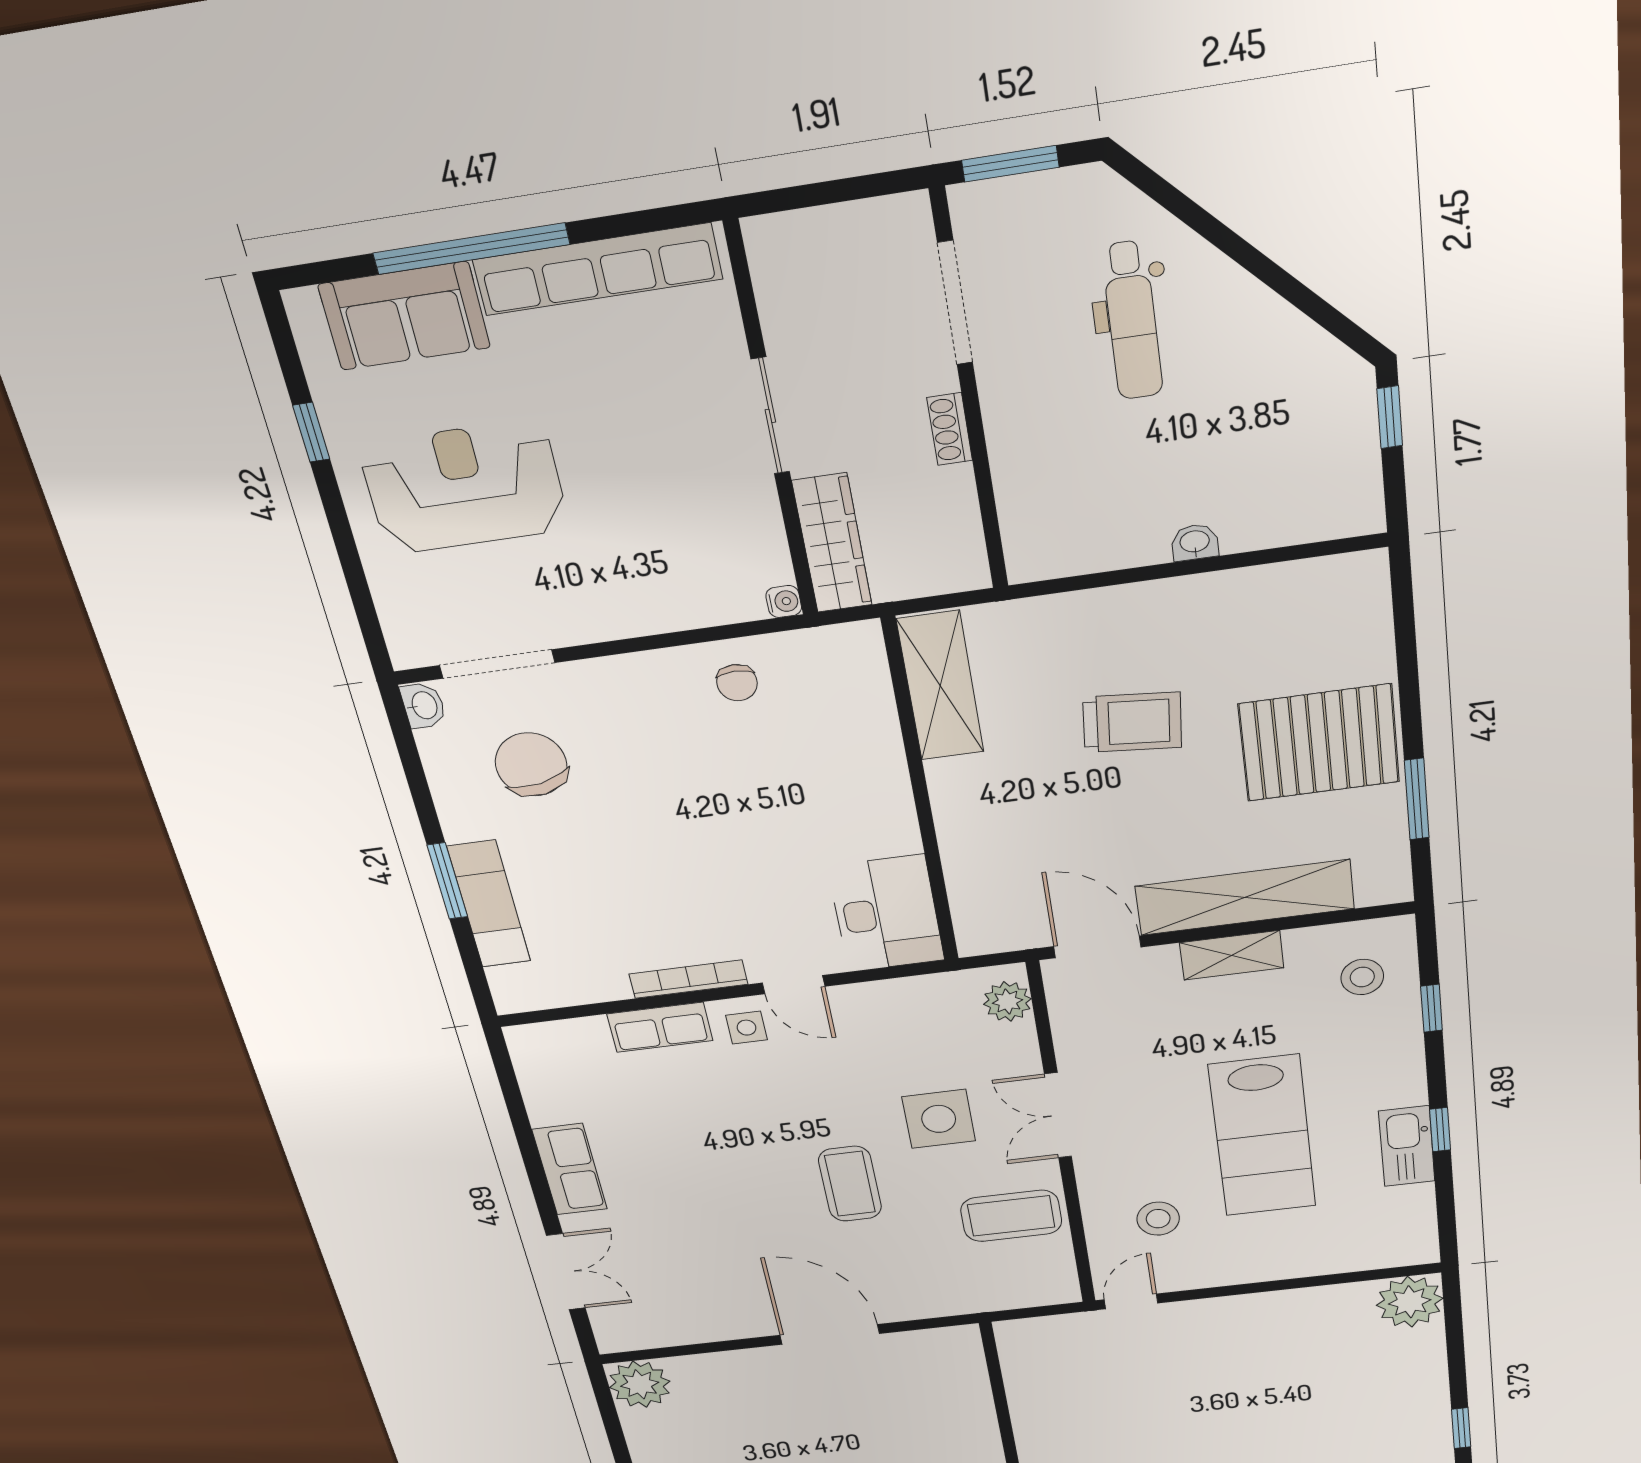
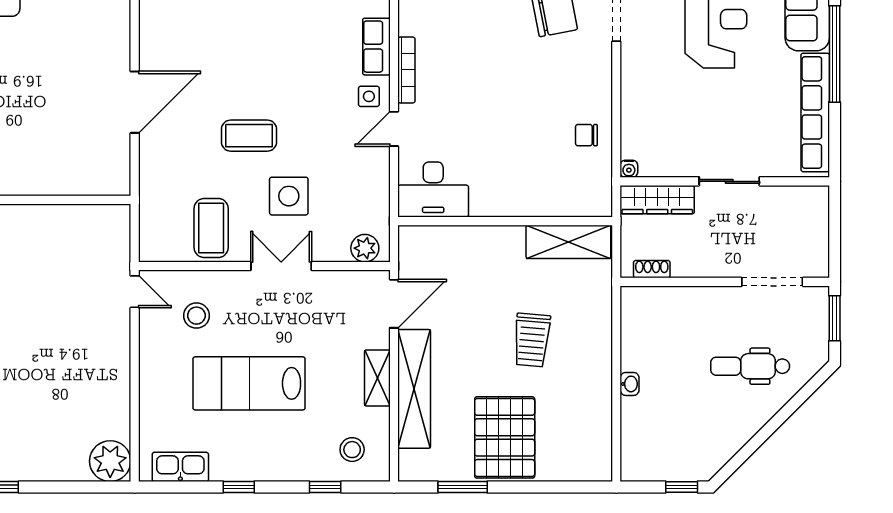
shoe rack: (950, 429) -> (652, 269), moved
kitchen sink: (1407, 1146) -> (180, 467), moved

